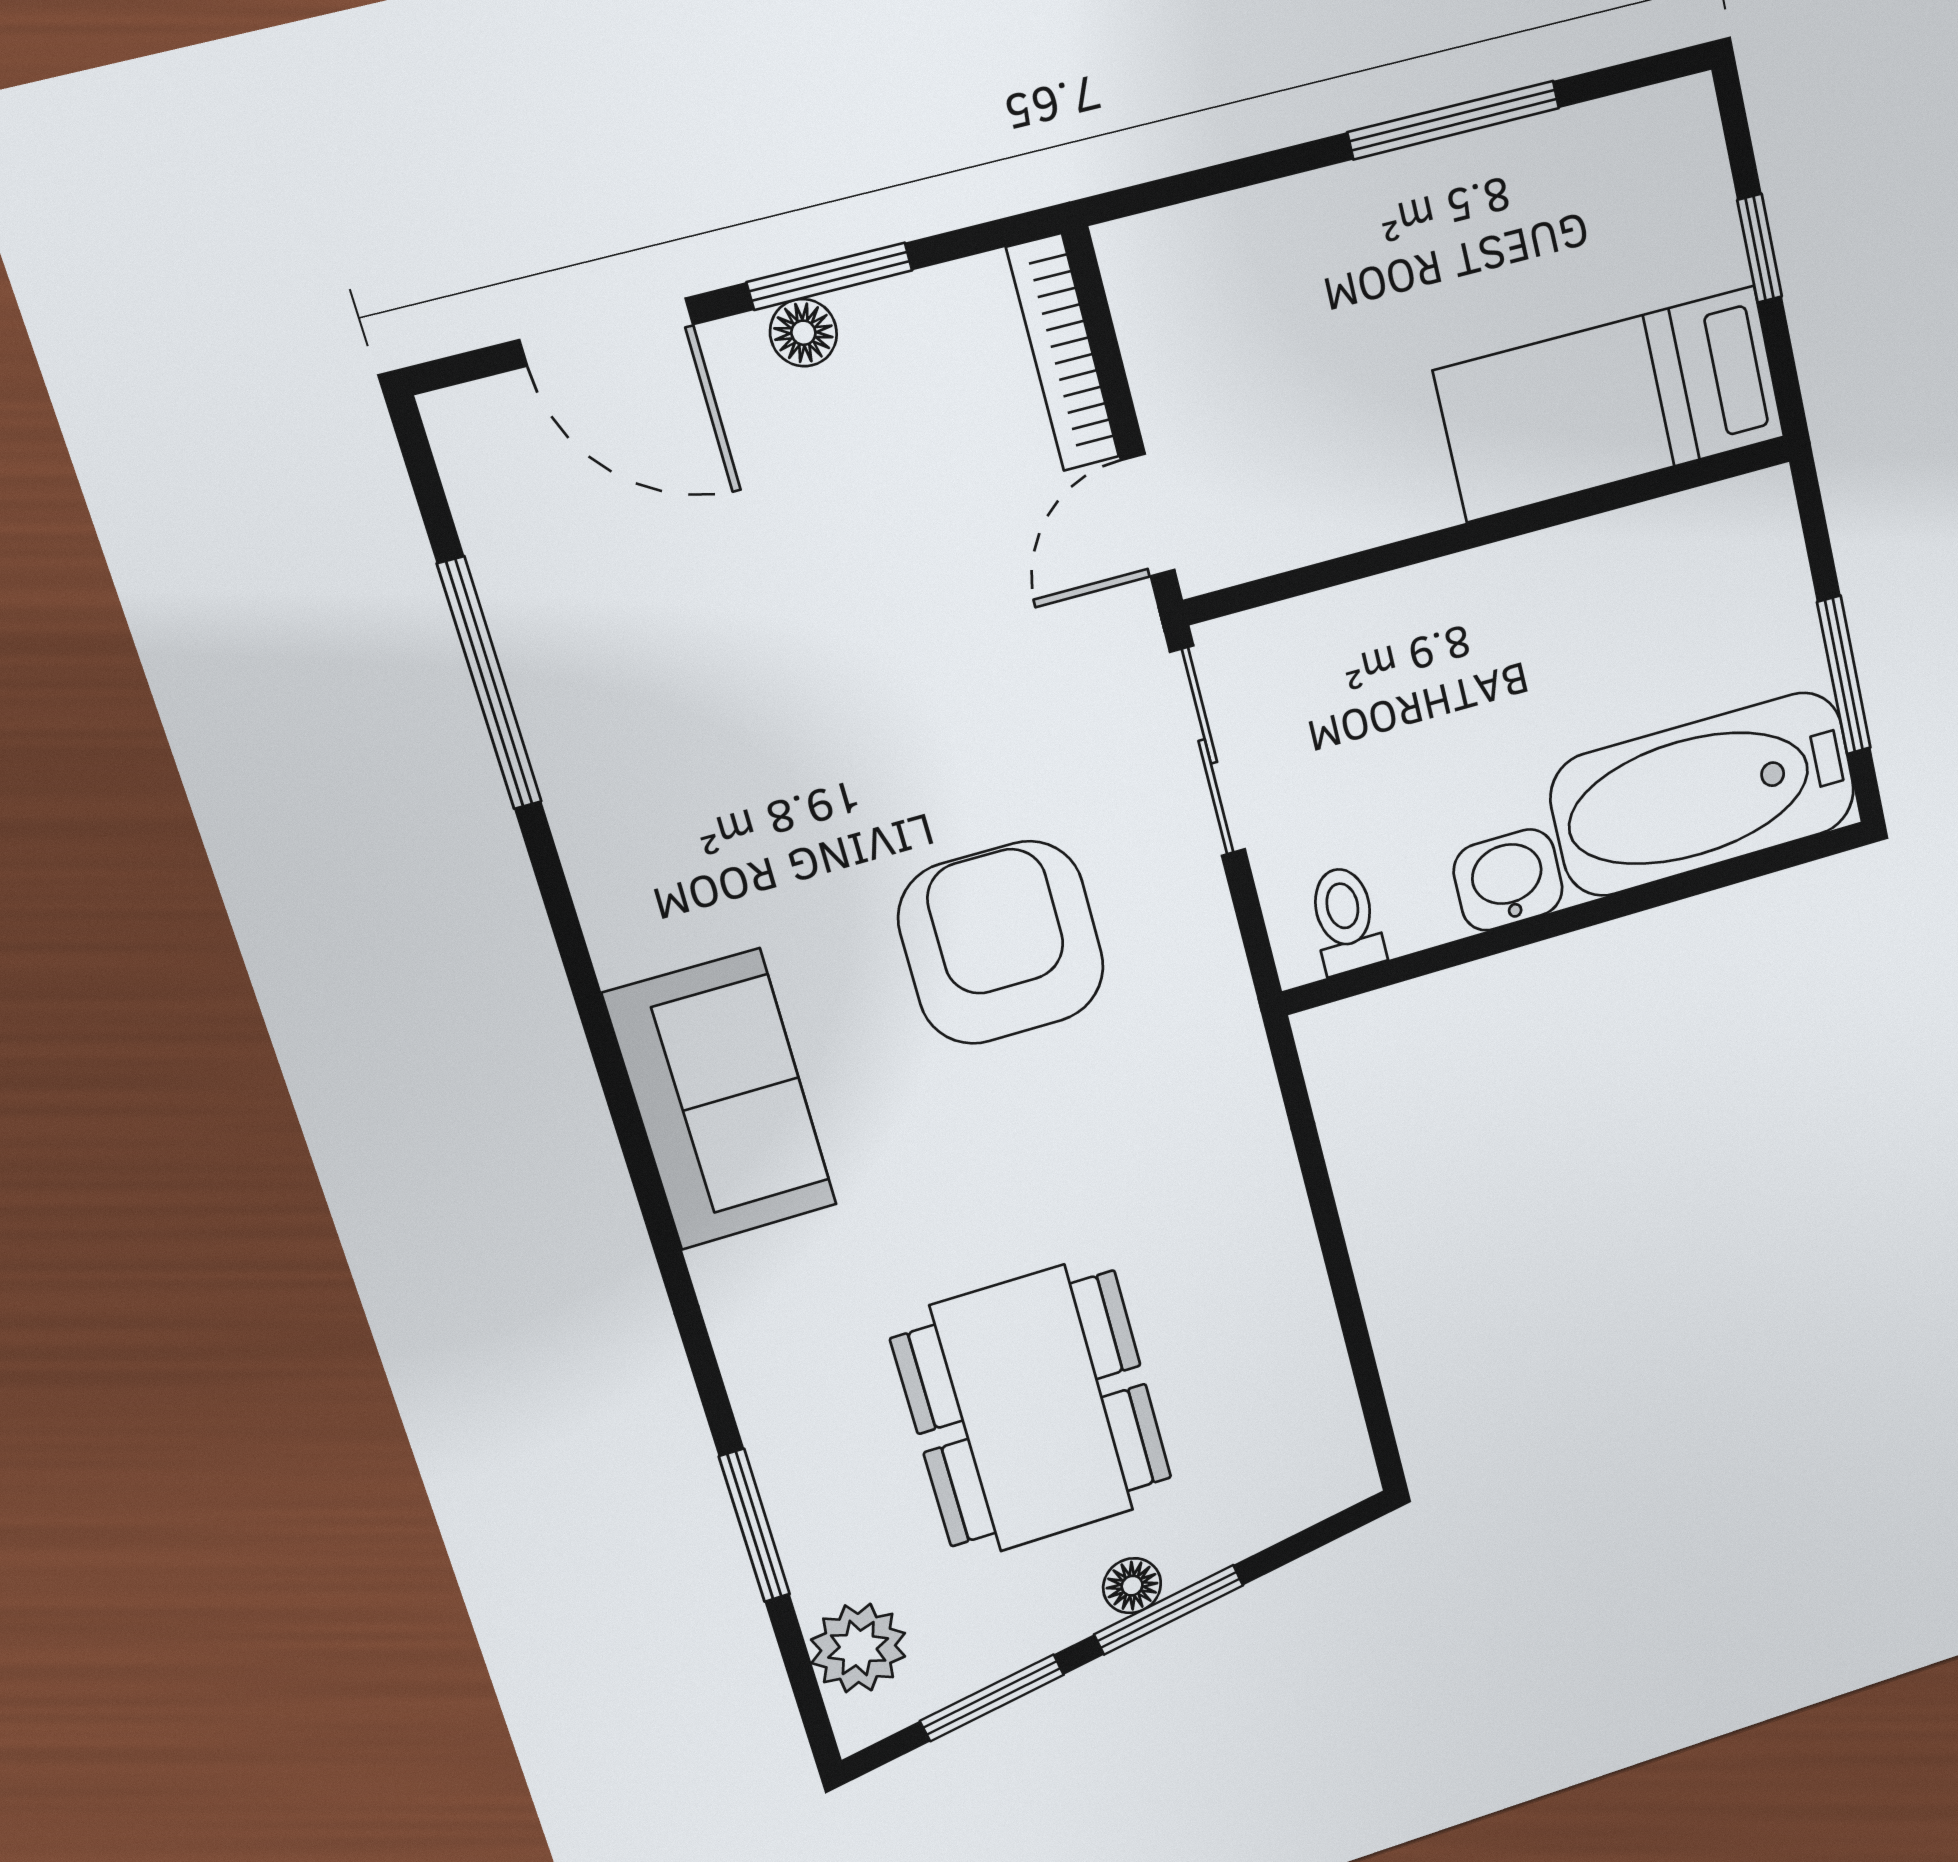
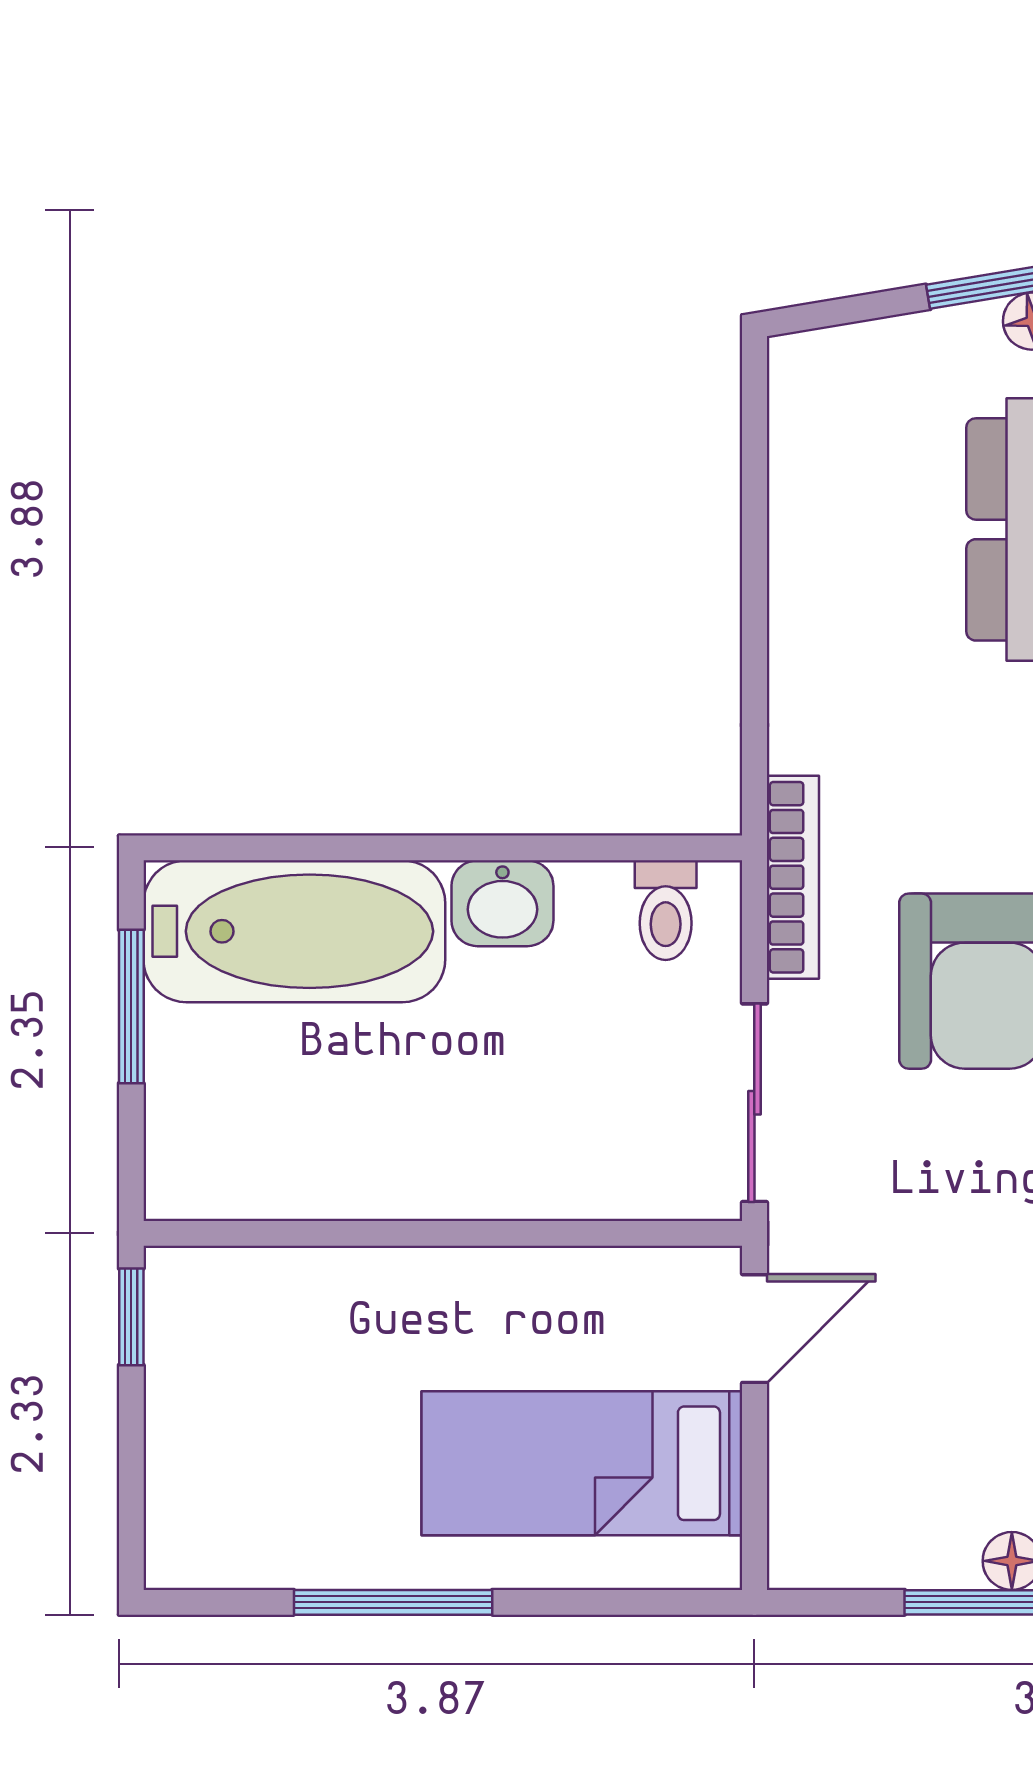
window: (1760, 248) -> (131, 1317), moved
bookcase: (1063, 353) -> (793, 877), moved
bed: (1611, 404) -> (582, 1463), moved, turned 180

